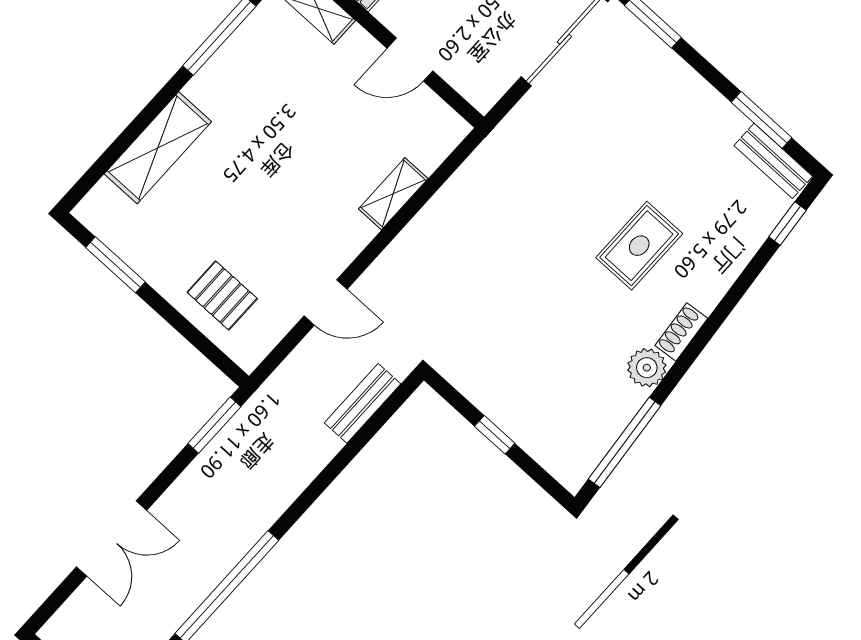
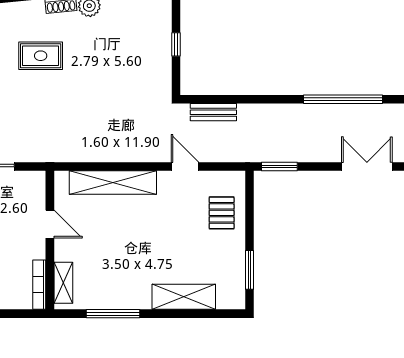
shelving: (393, 194) -> (113, 183), width x2.20, depth x1.33

